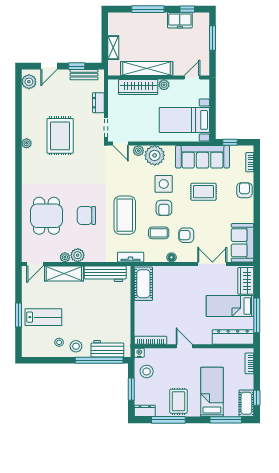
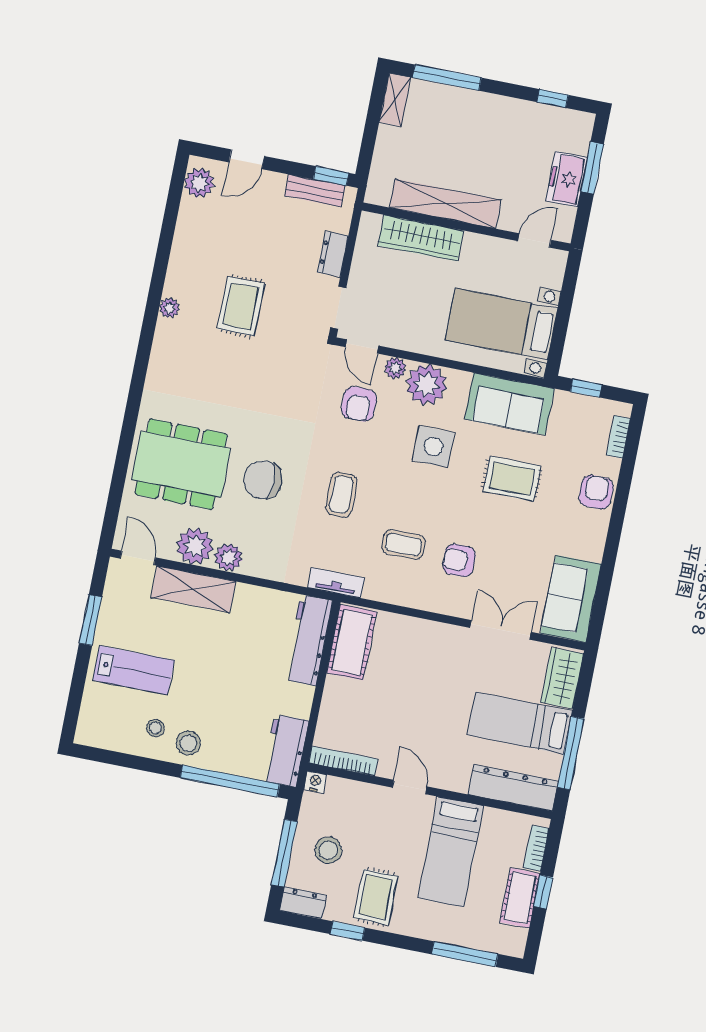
window: (148, 9) -> (447, 78), moved
freezer: (180, 20) -> (567, 179), moved, turned 90
shelving: (113, 48) -> (395, 100), moved
window: (77, 66) -> (331, 176), moved
plant: (164, 85) -> (474, 244), removed
rug: (60, 136) -> (241, 306), width x0.73, depth x0.70
sofa: (203, 157) -> (509, 404), width x0.73
armchair: (164, 208) -> (359, 404), moved
coffee table: (125, 215) -> (341, 495), width x0.54, depth x0.58
dining table: (46, 216) -> (181, 464), width x1.38
plant: (65, 257) -> (195, 546), width x1.87, depth x1.87
floor lamp: (171, 257) -> (420, 600), removed
door: (35, 264) -> (138, 558), swing flipped
workbench: (105, 274) -> (308, 640), moved, turned 90
window: (18, 315) -> (91, 620), moved
workbench: (107, 349) -> (285, 751), moved, turned -90
stool: (147, 371) -> (328, 850), moved
window: (131, 389) -> (284, 853), width x1.44
bed: (212, 392) -> (451, 852), moved, turned 180
window: (257, 398) -> (543, 892), moved
cot: (246, 403) -> (520, 898), moved
window: (168, 420) -> (348, 931), width x0.46

